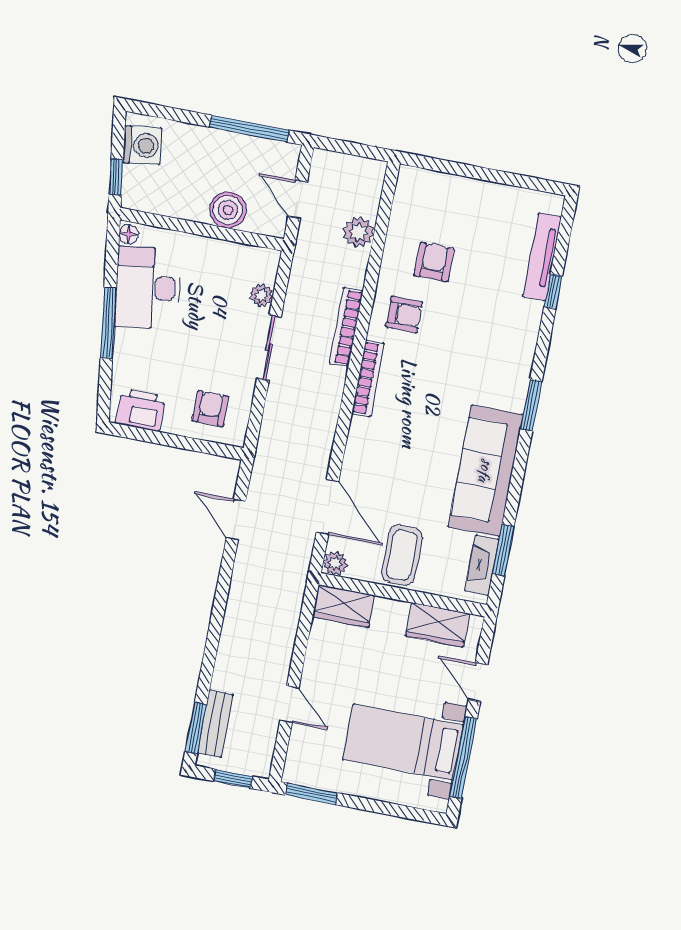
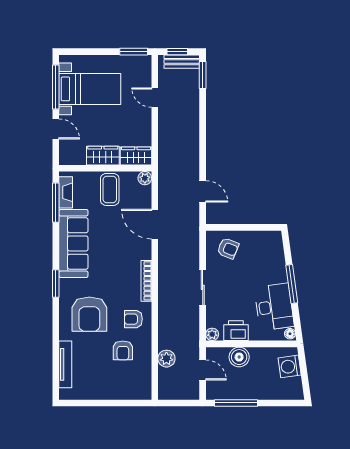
washing machine: (142, 145) -> (290, 366), moved
window: (116, 177) -> (303, 363), removed
window: (553, 291) -> (56, 347), removed
plant: (261, 295) -> (212, 334), moved
bookcase: (346, 327) -> (163, 306), removed
armchair: (482, 338) -> (89, 314), added
armchair: (210, 409) -> (228, 248), turned -68
printer: (141, 410) -> (236, 331), moved, turned 180
door: (327, 507) -> (155, 224), moved
window: (503, 550) -> (56, 203), width x1.44
wardrobe: (437, 625) -> (103, 156), moved
bench: (215, 724) -> (182, 62), moved, turned 90

